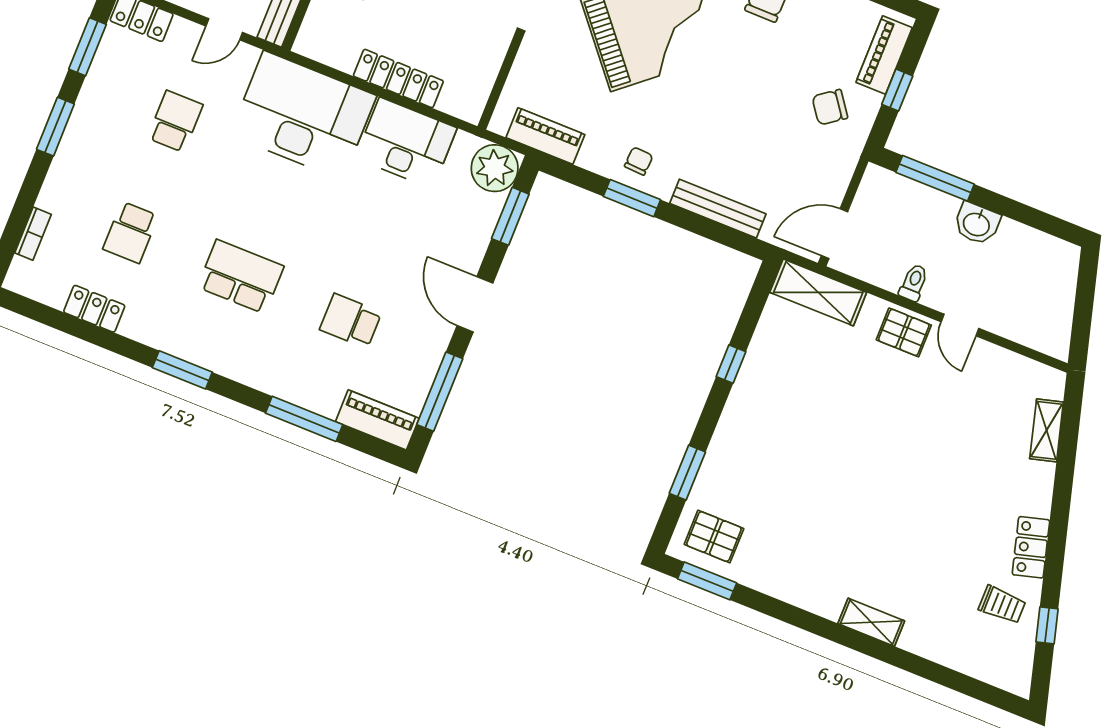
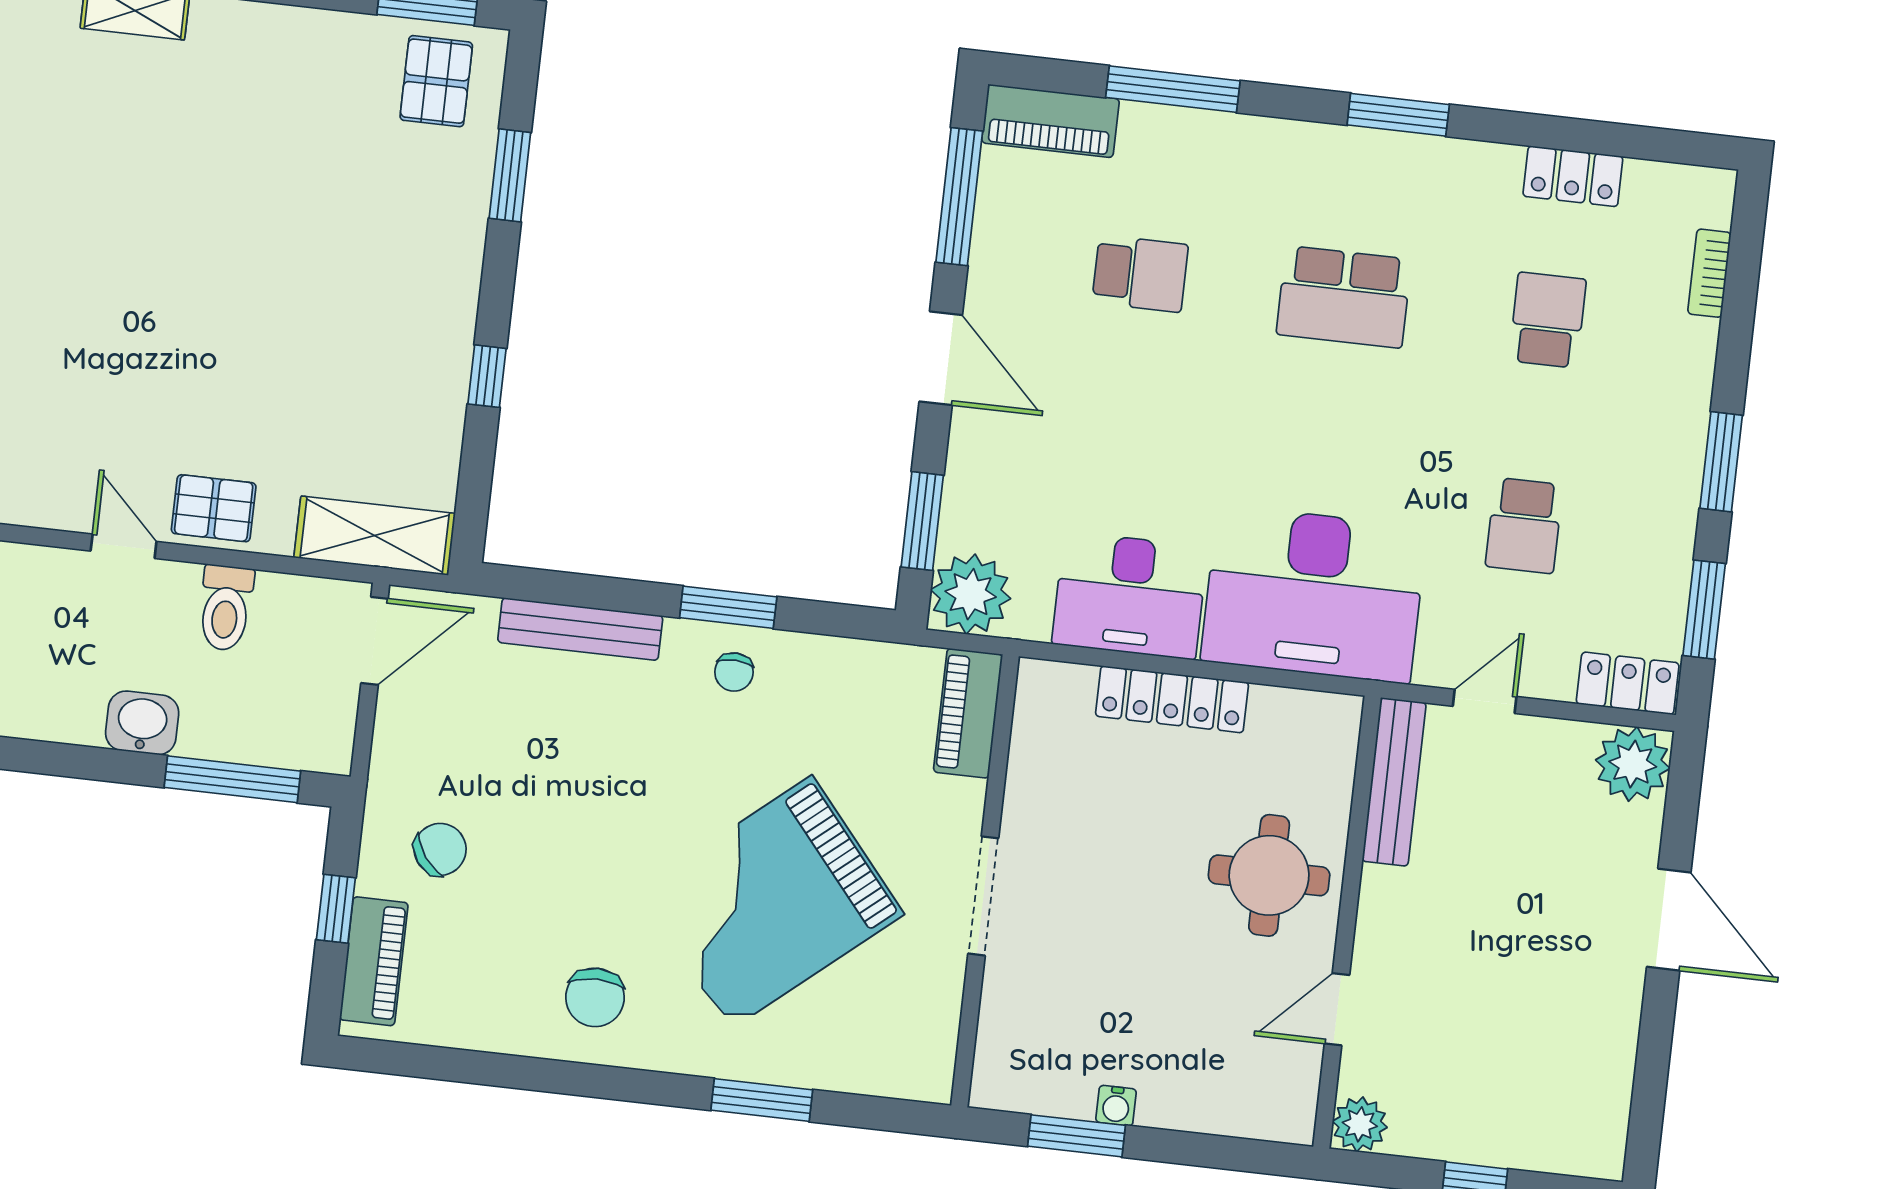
piano: (545, 136) -> (968, 713), moved, turned 90
toilet: (914, 283) -> (226, 608), width x1.37, depth x1.39
pallet: (714, 537) -> (436, 81), turned 90

